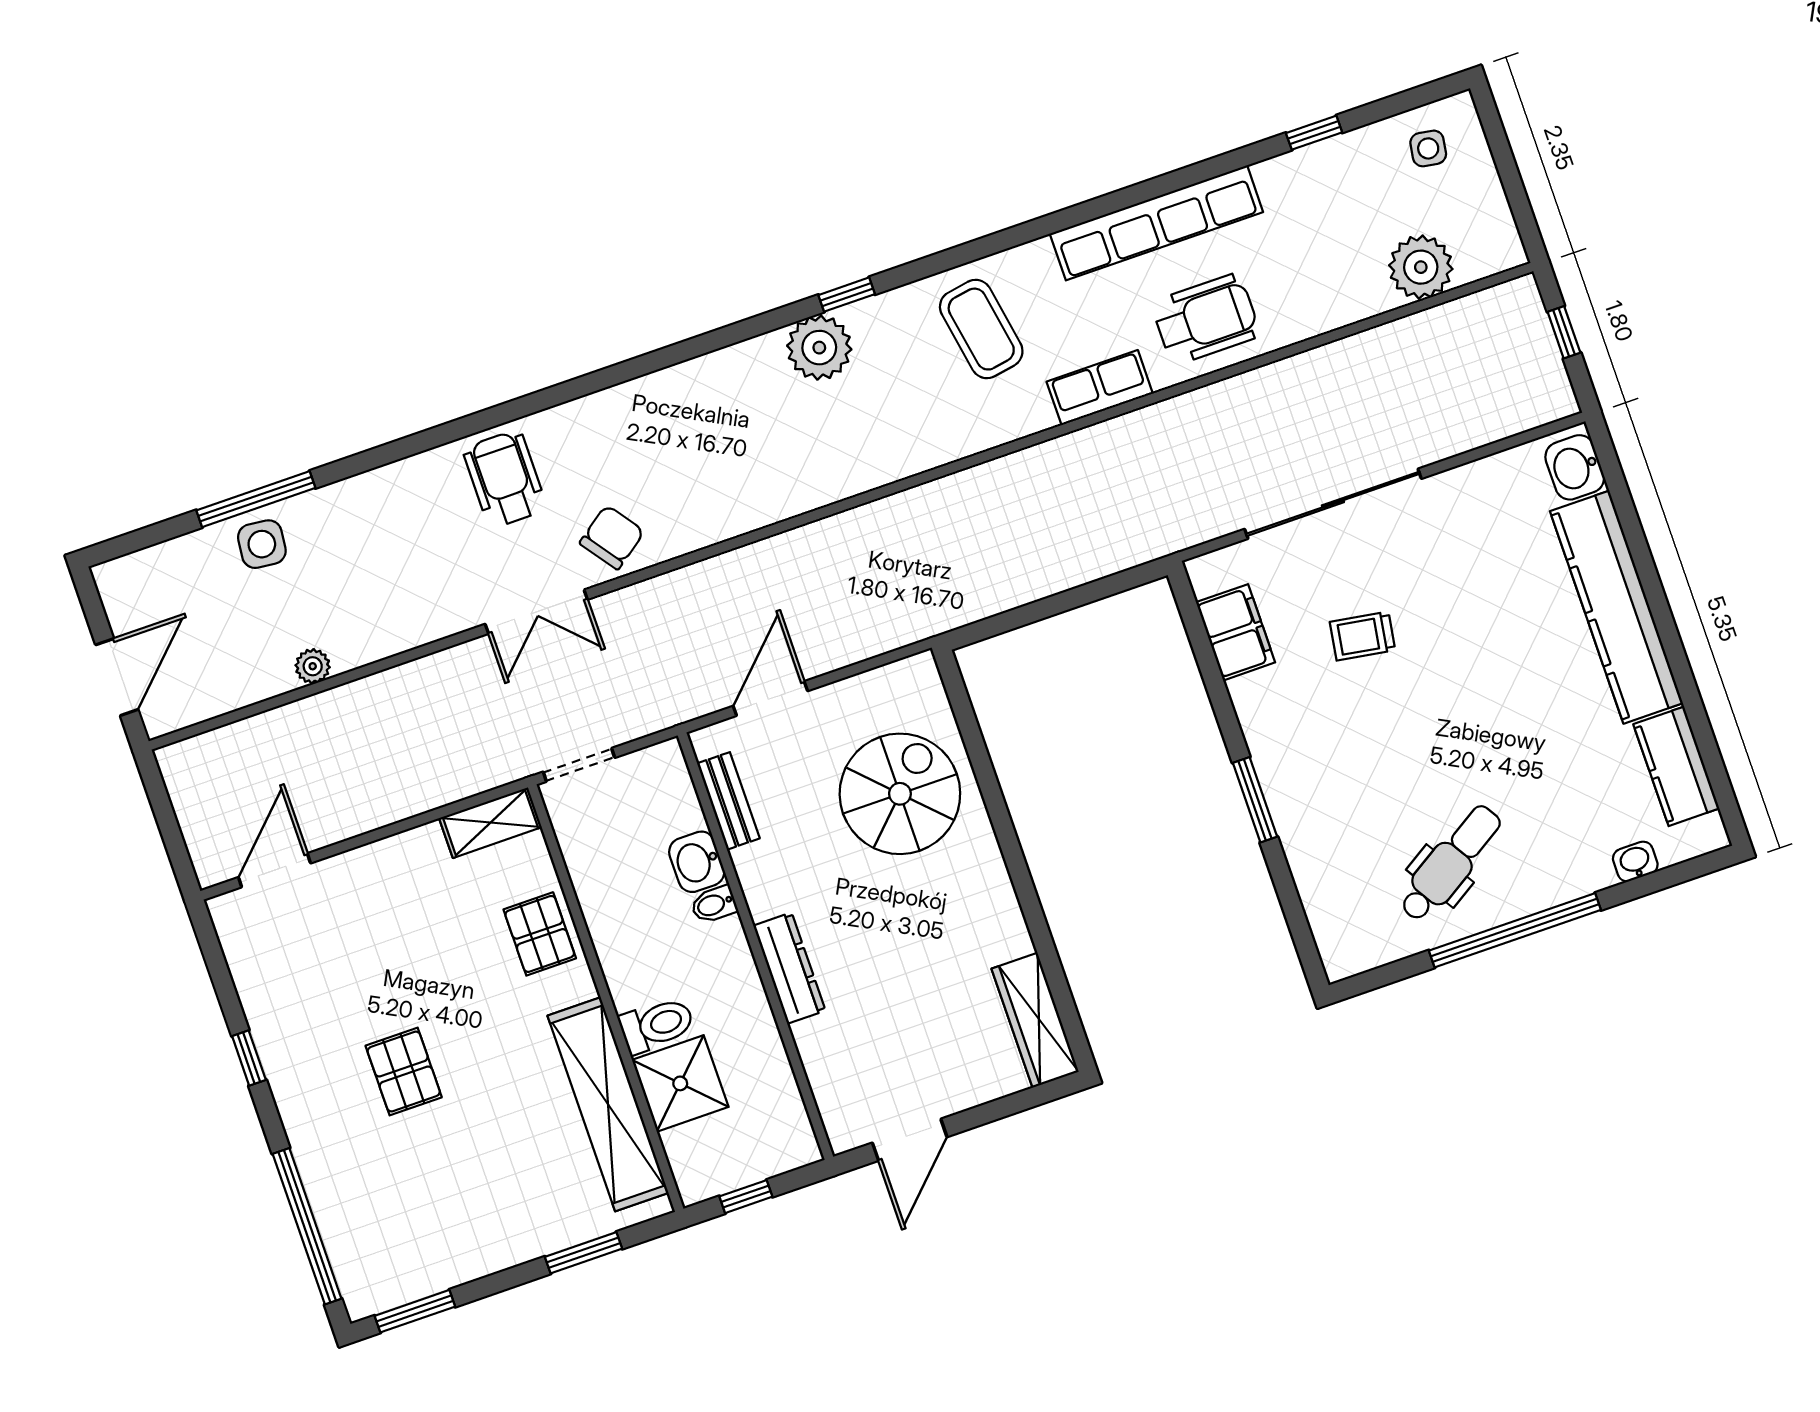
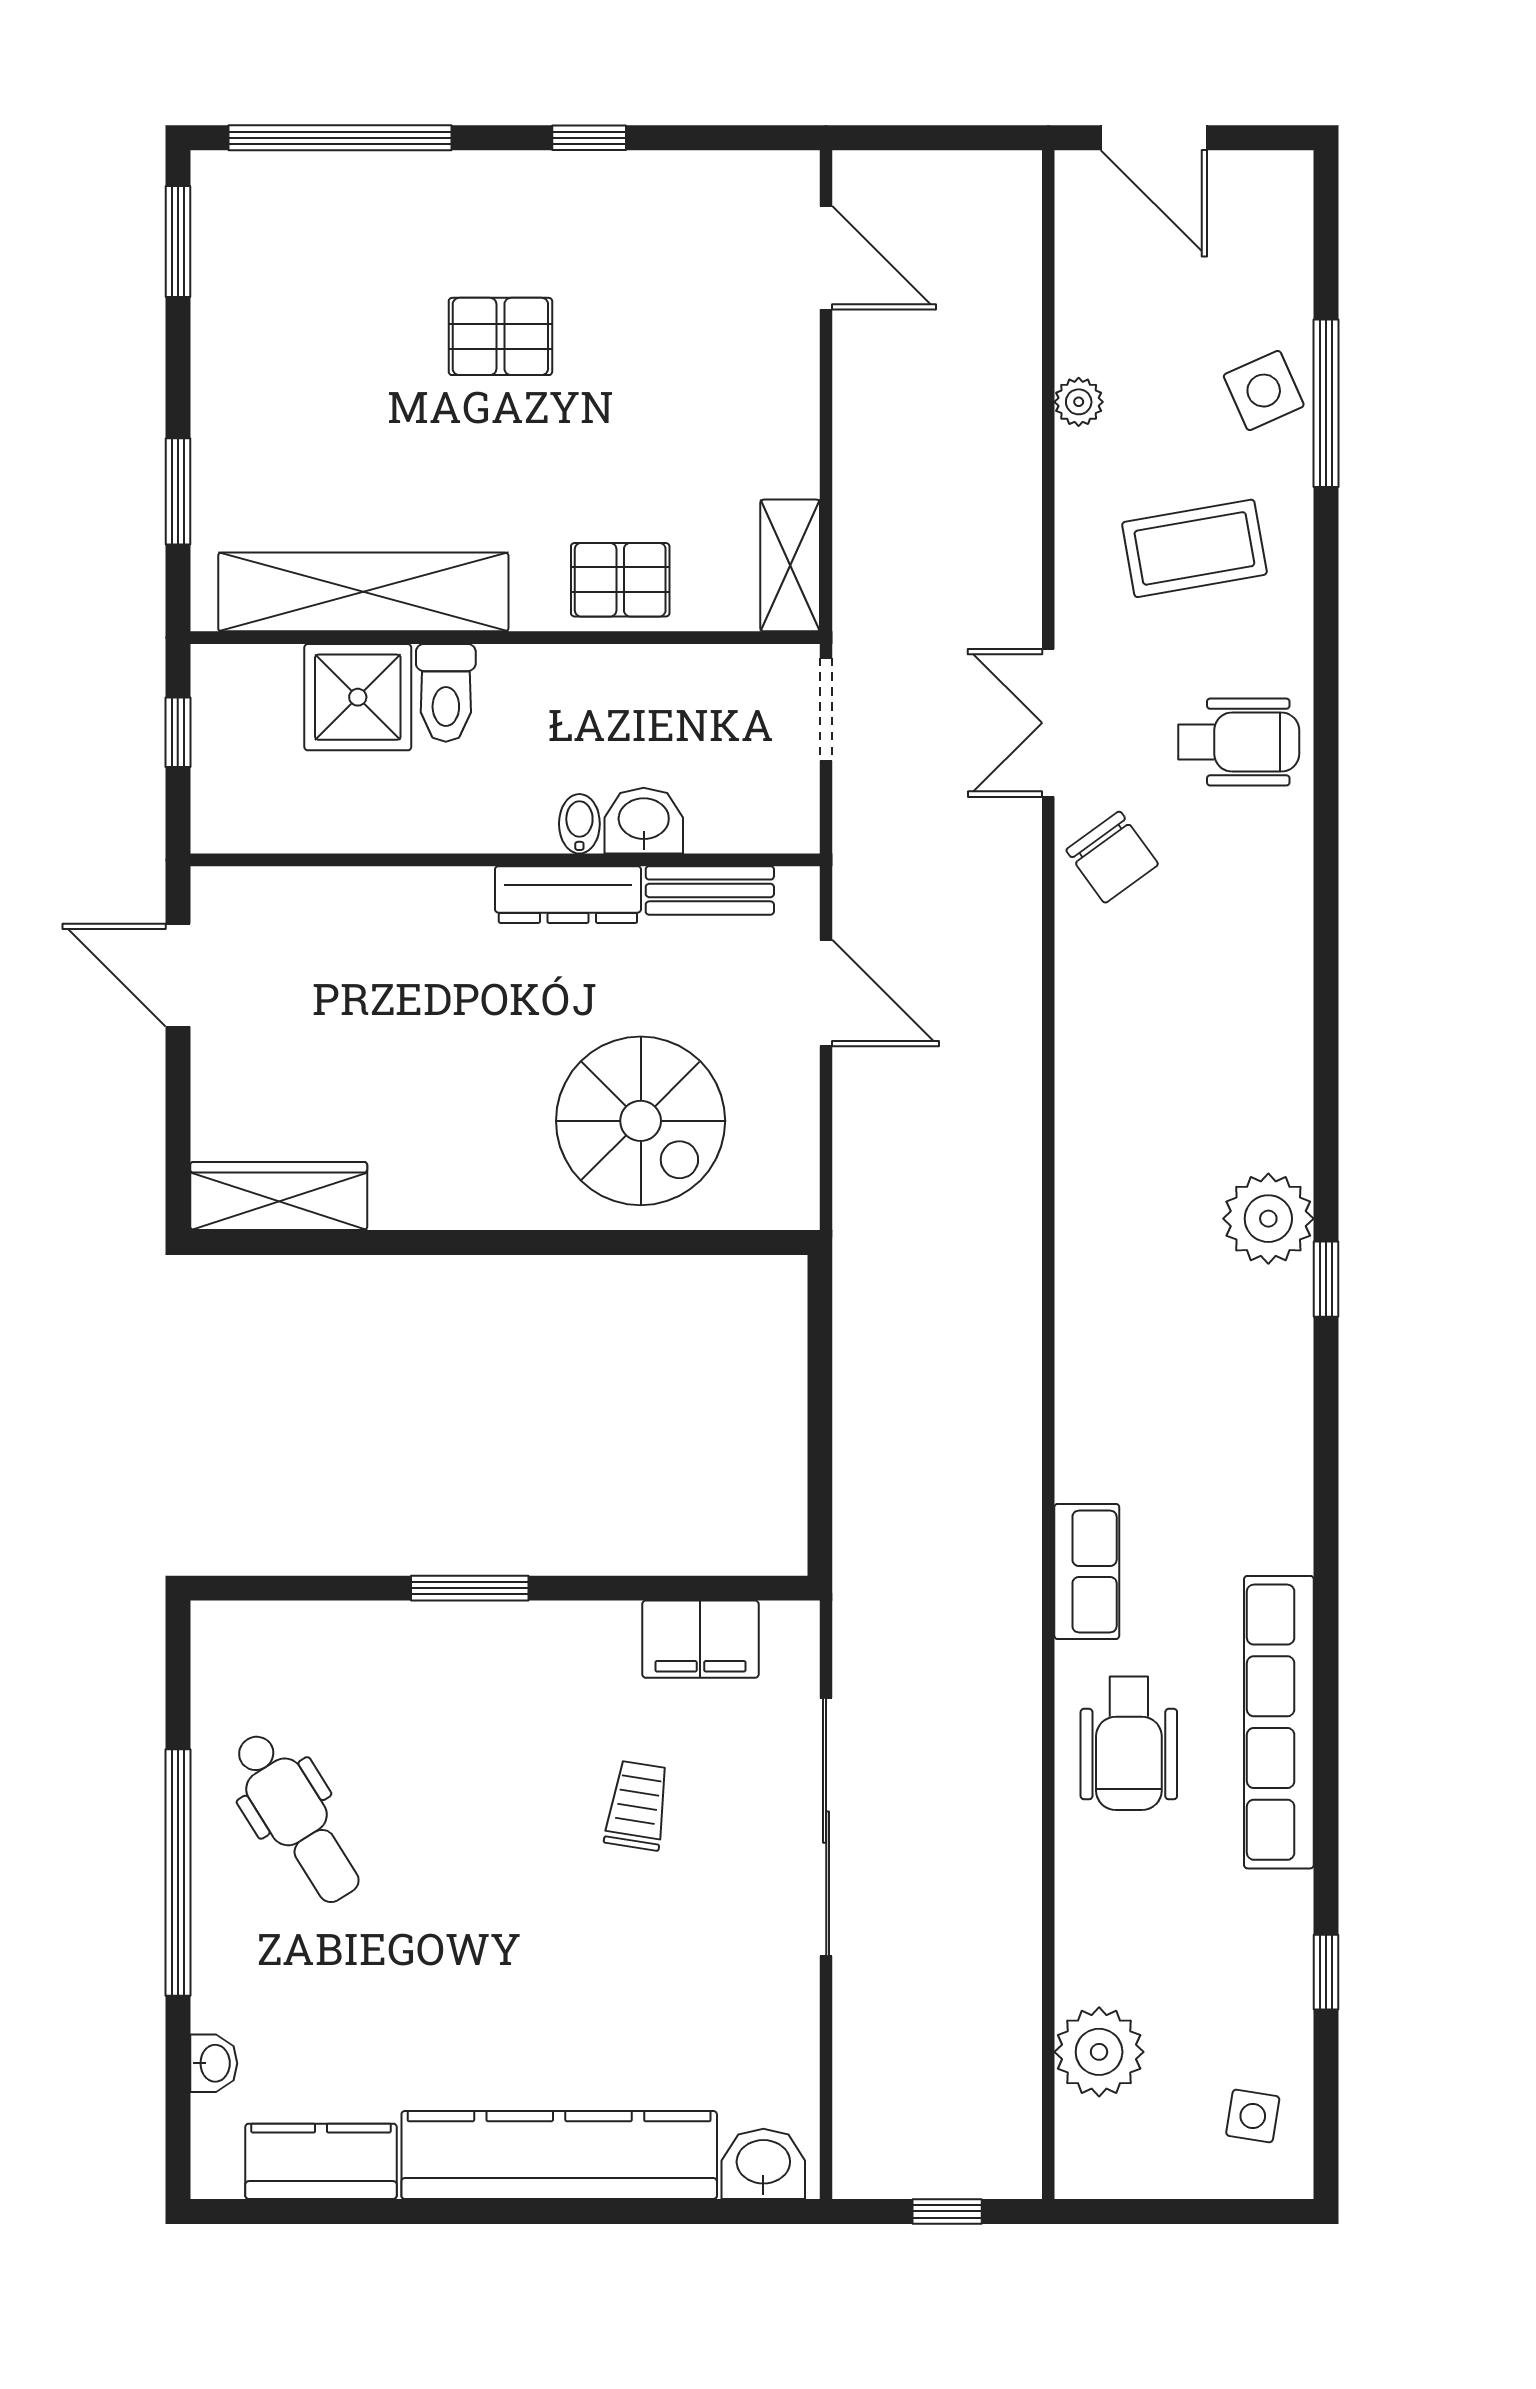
coffee table: (981, 329) -> (1194, 548), moved
side table: (262, 544) -> (1264, 391), turned -30
dresser: (789, 968) -> (568, 895), moved

